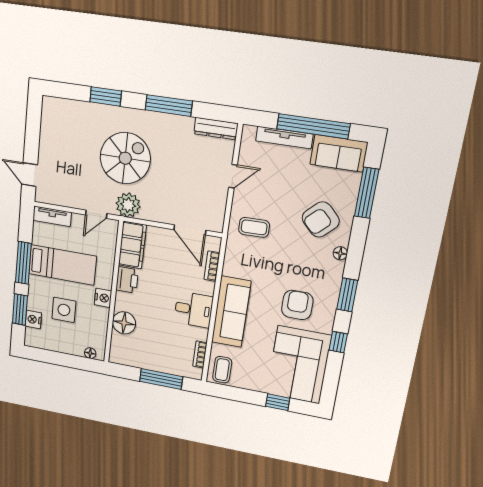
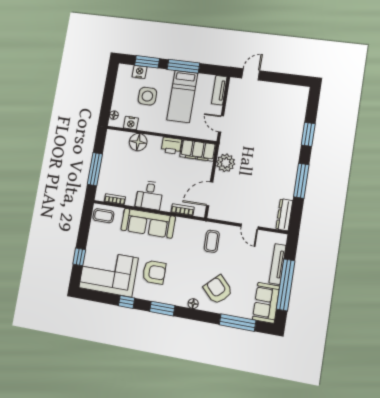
spiral stairs: (125, 158) -> (263, 147), removed
plant: (128, 205) -> (226, 163), moved
nightstand: (103, 298) -> (131, 123), moved

